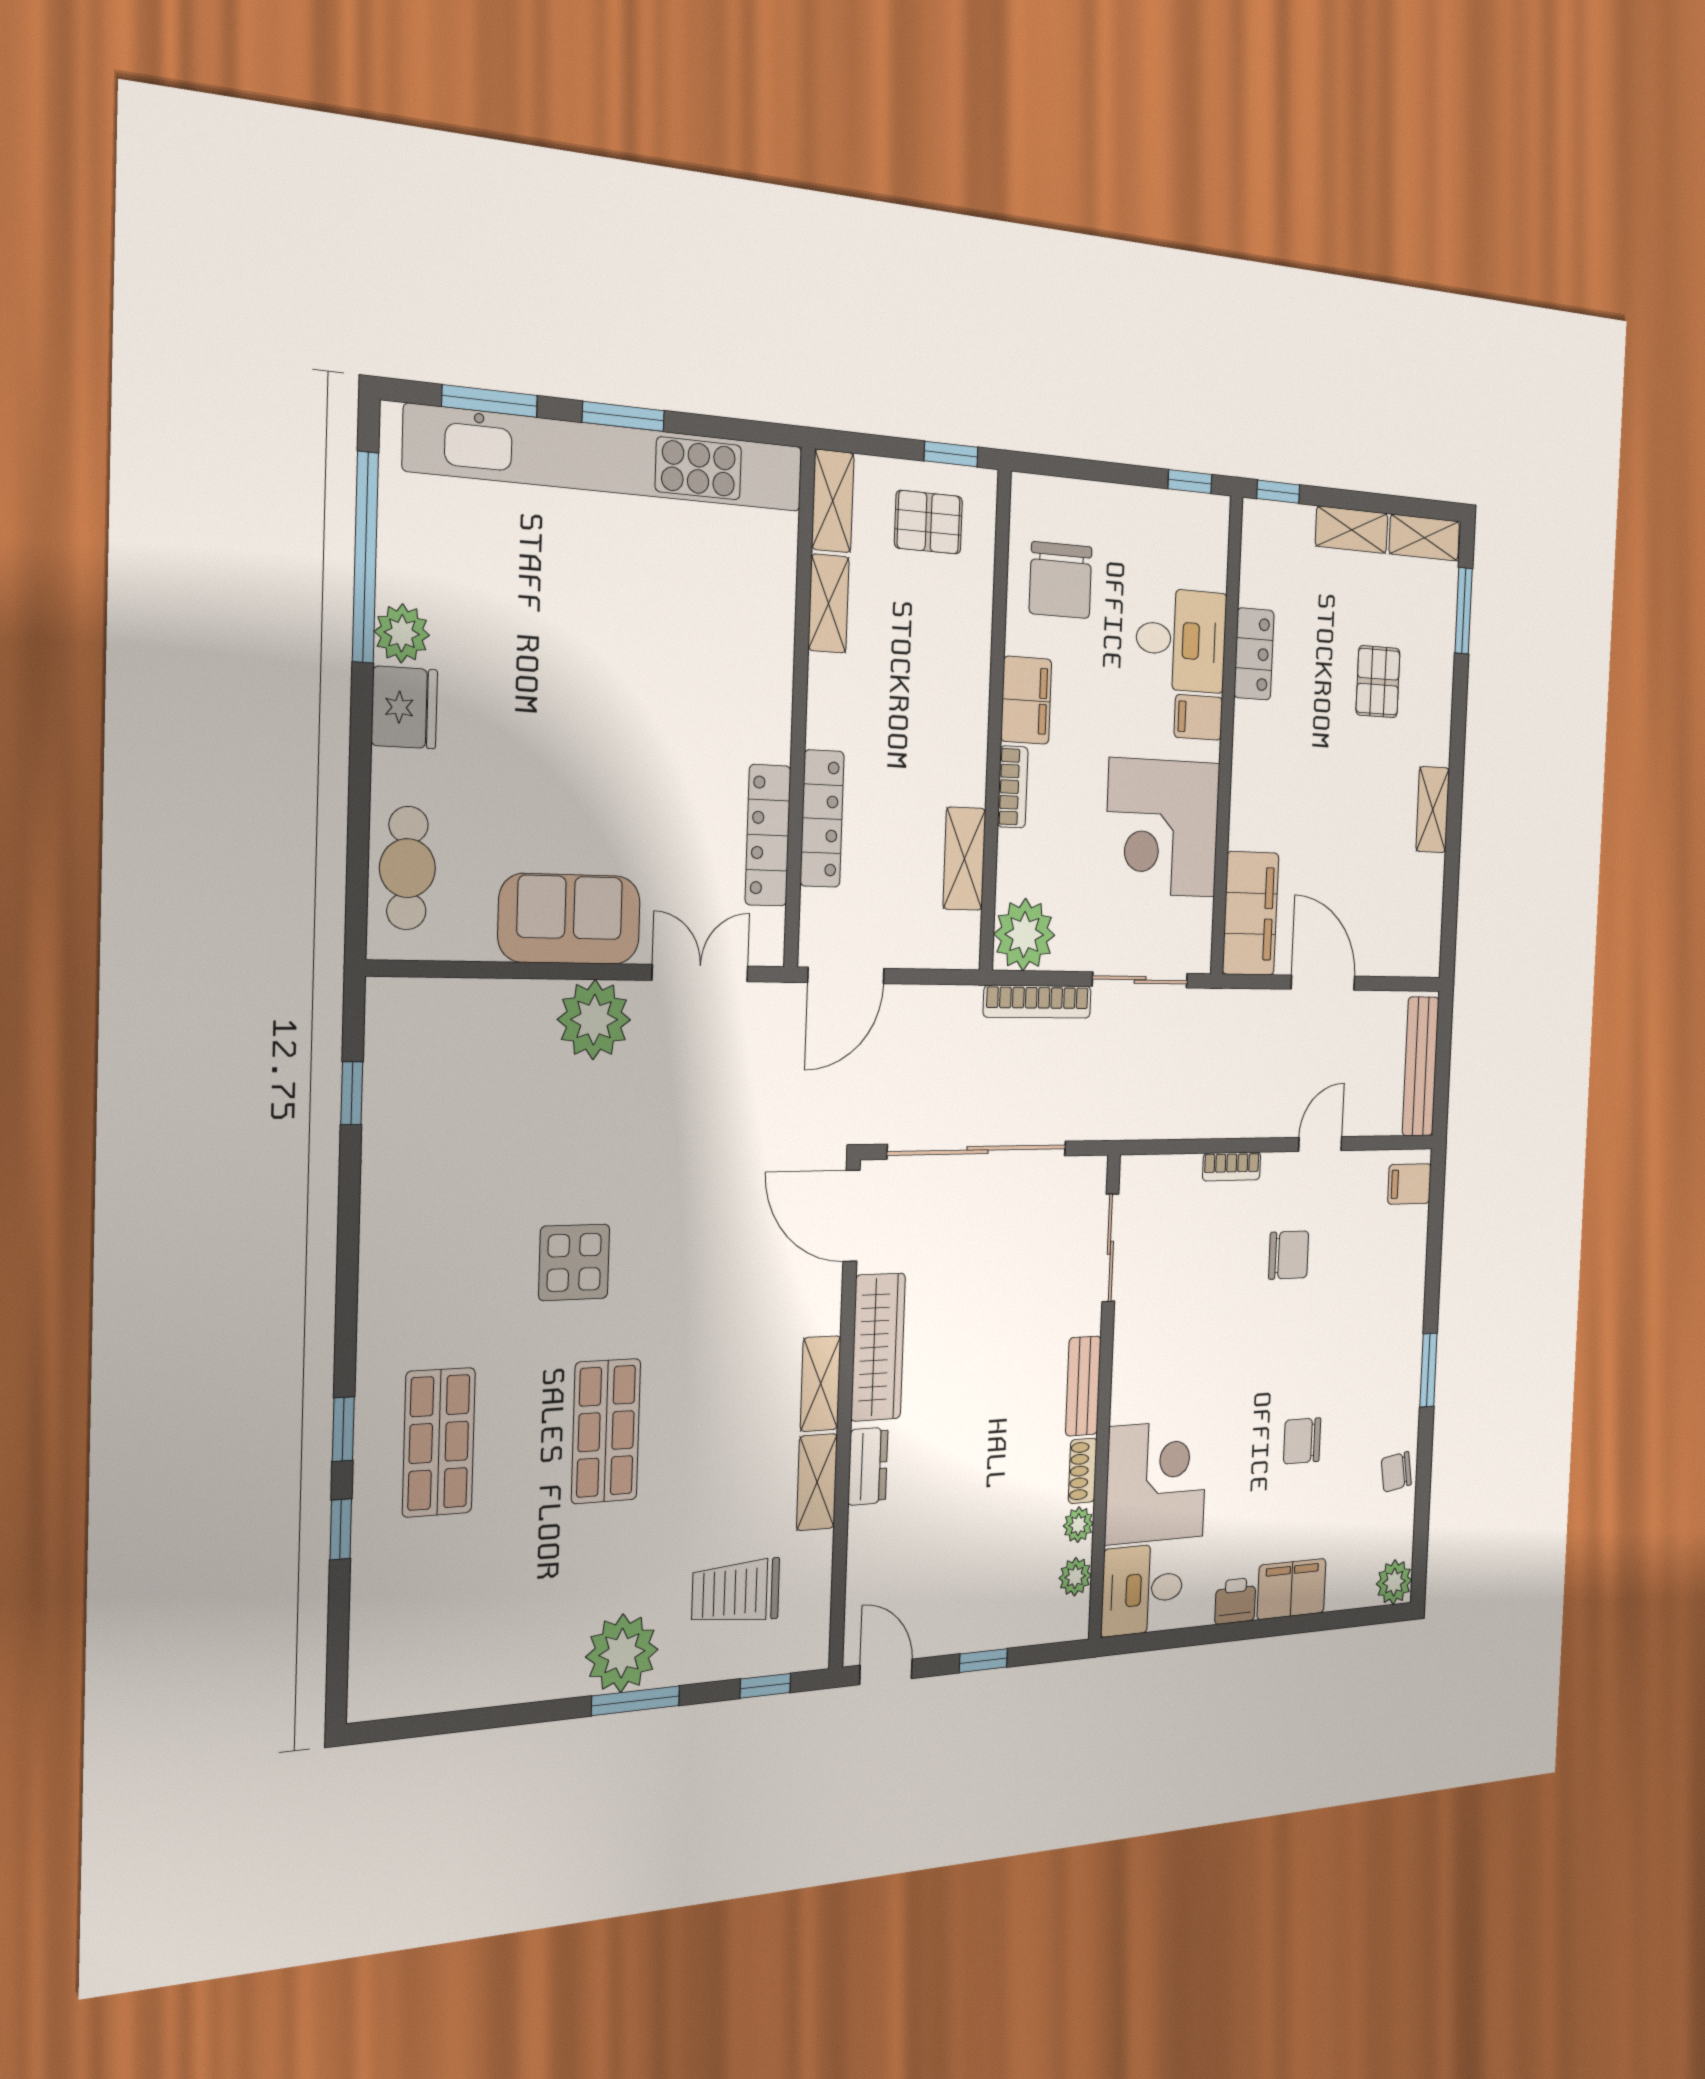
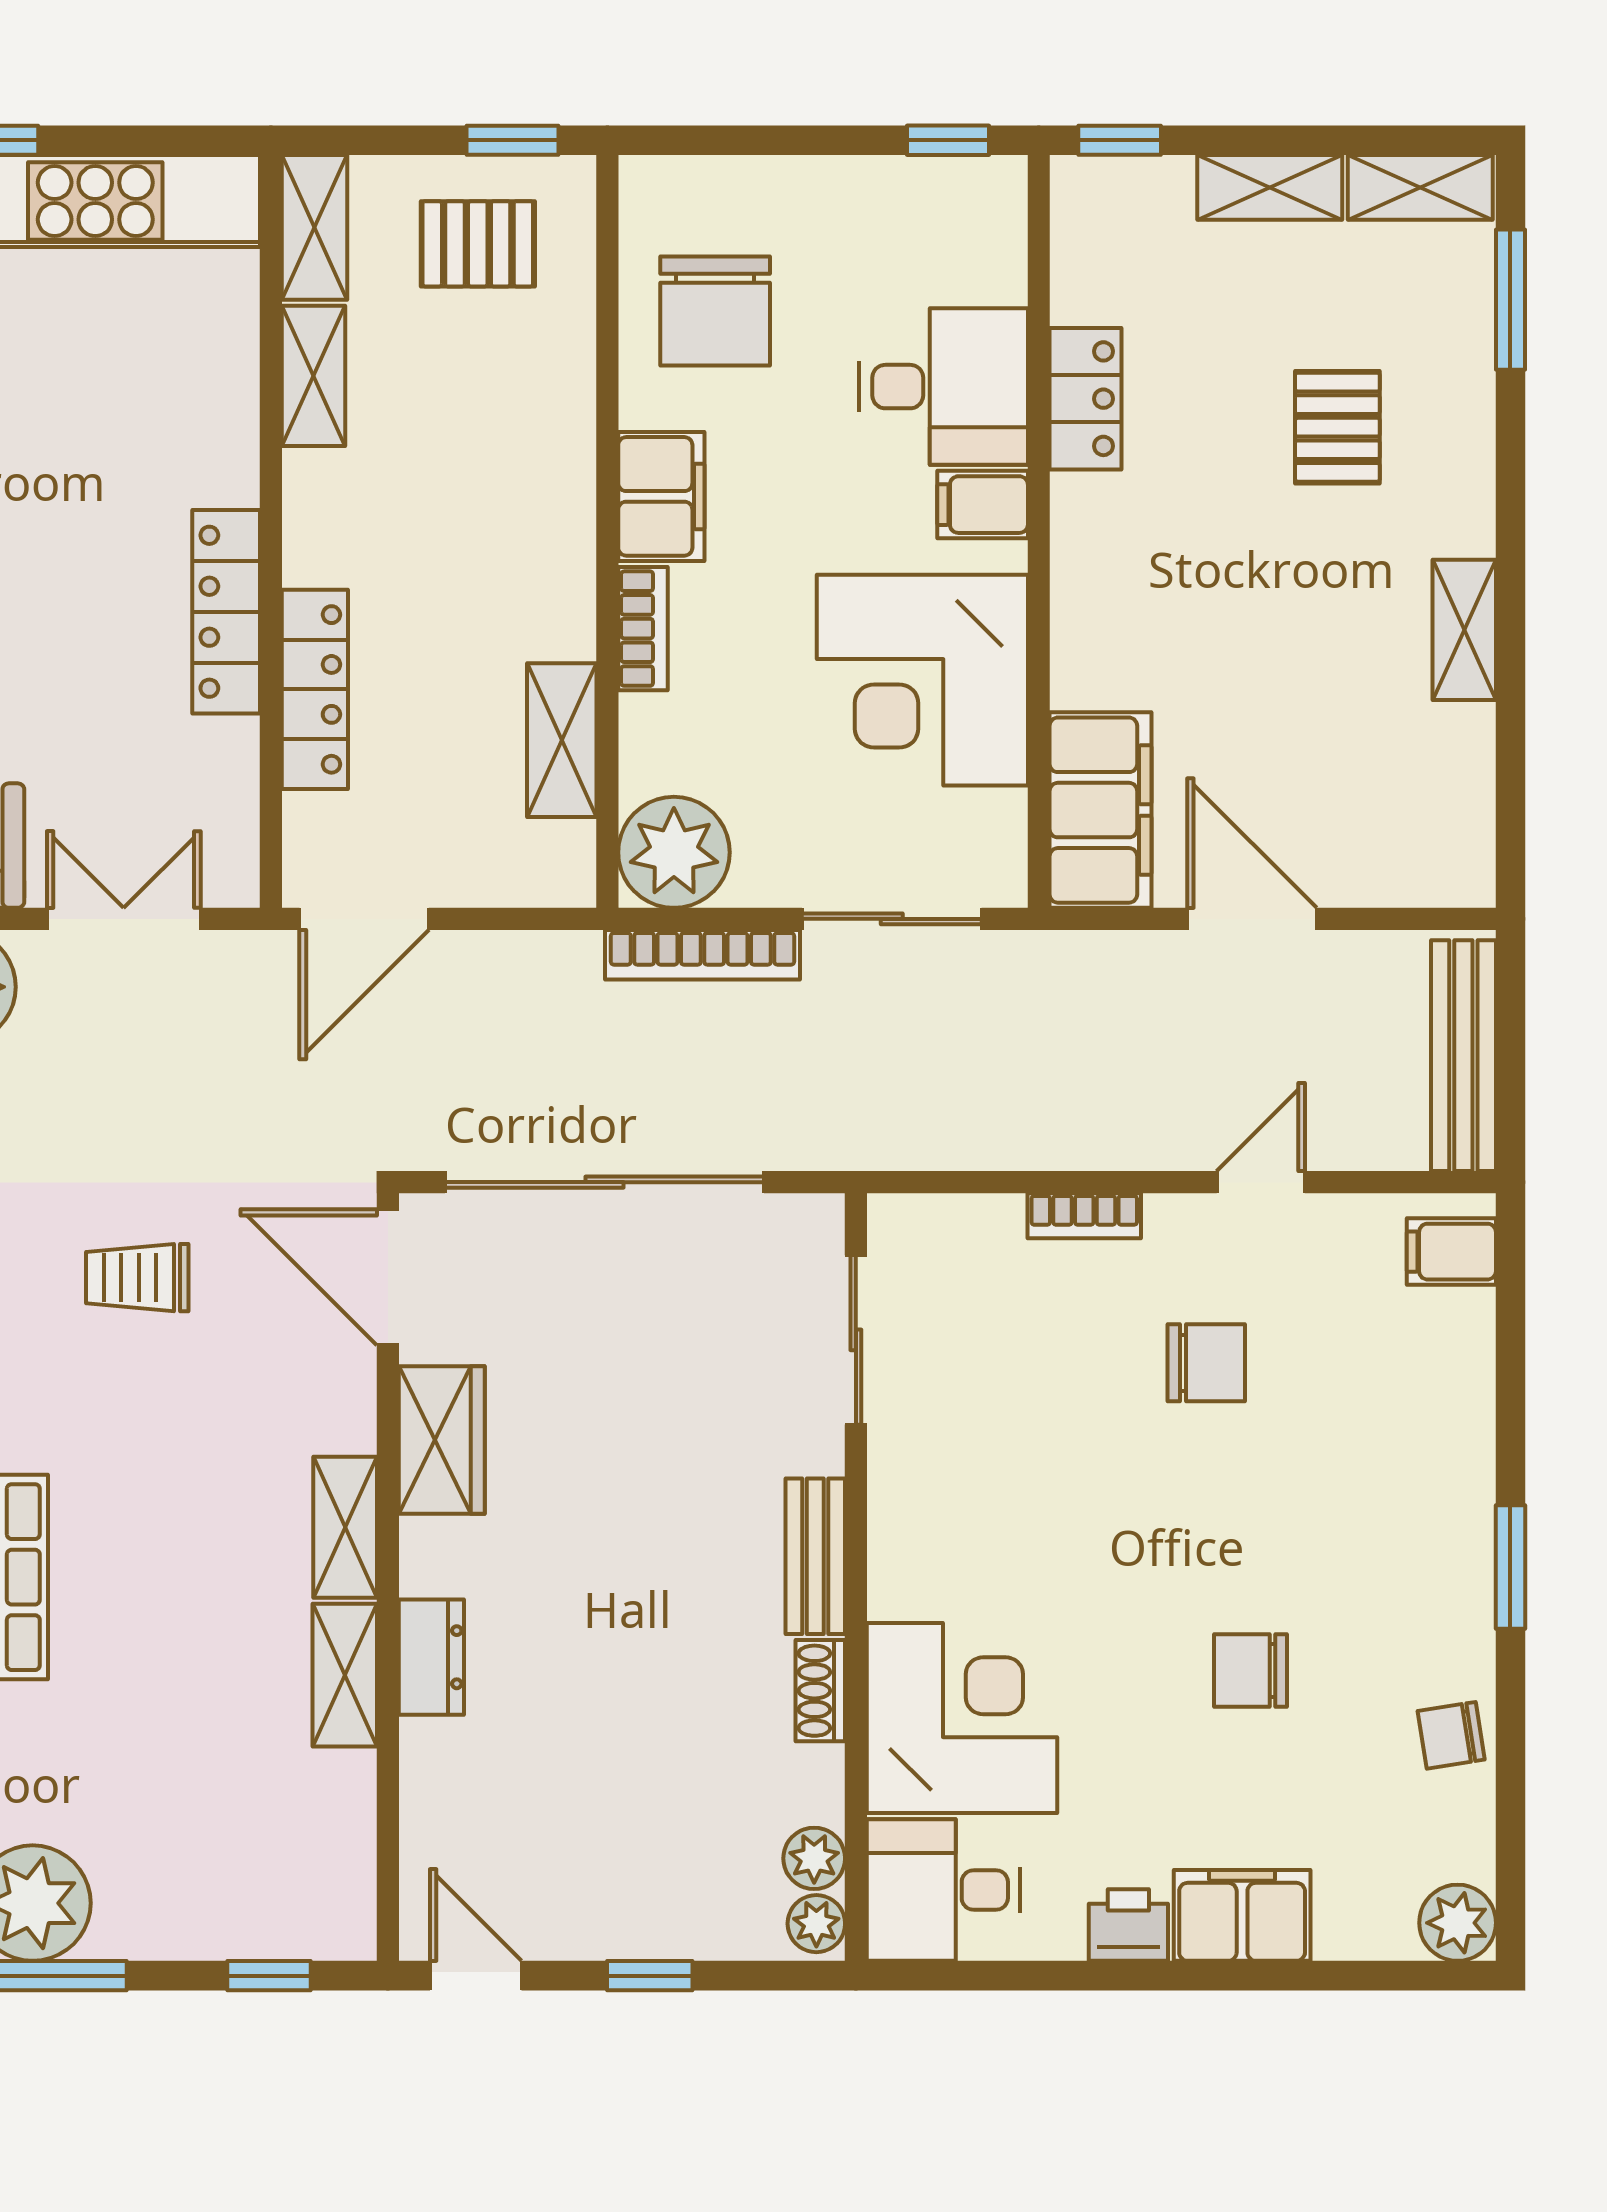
locker: (768, 835) -> (226, 612), moved
wardrobe: (878, 1347) -> (442, 1440), width x0.67
plant: (1078, 1525) -> (816, 1924), moved
trolley: (736, 1592) -> (137, 1278), moved, width x0.73, depth x0.72

